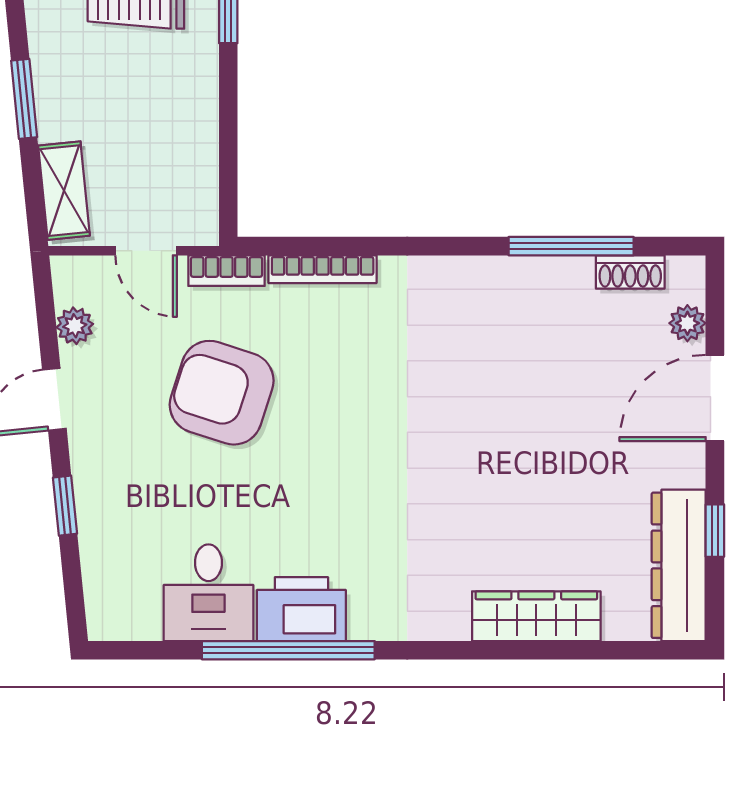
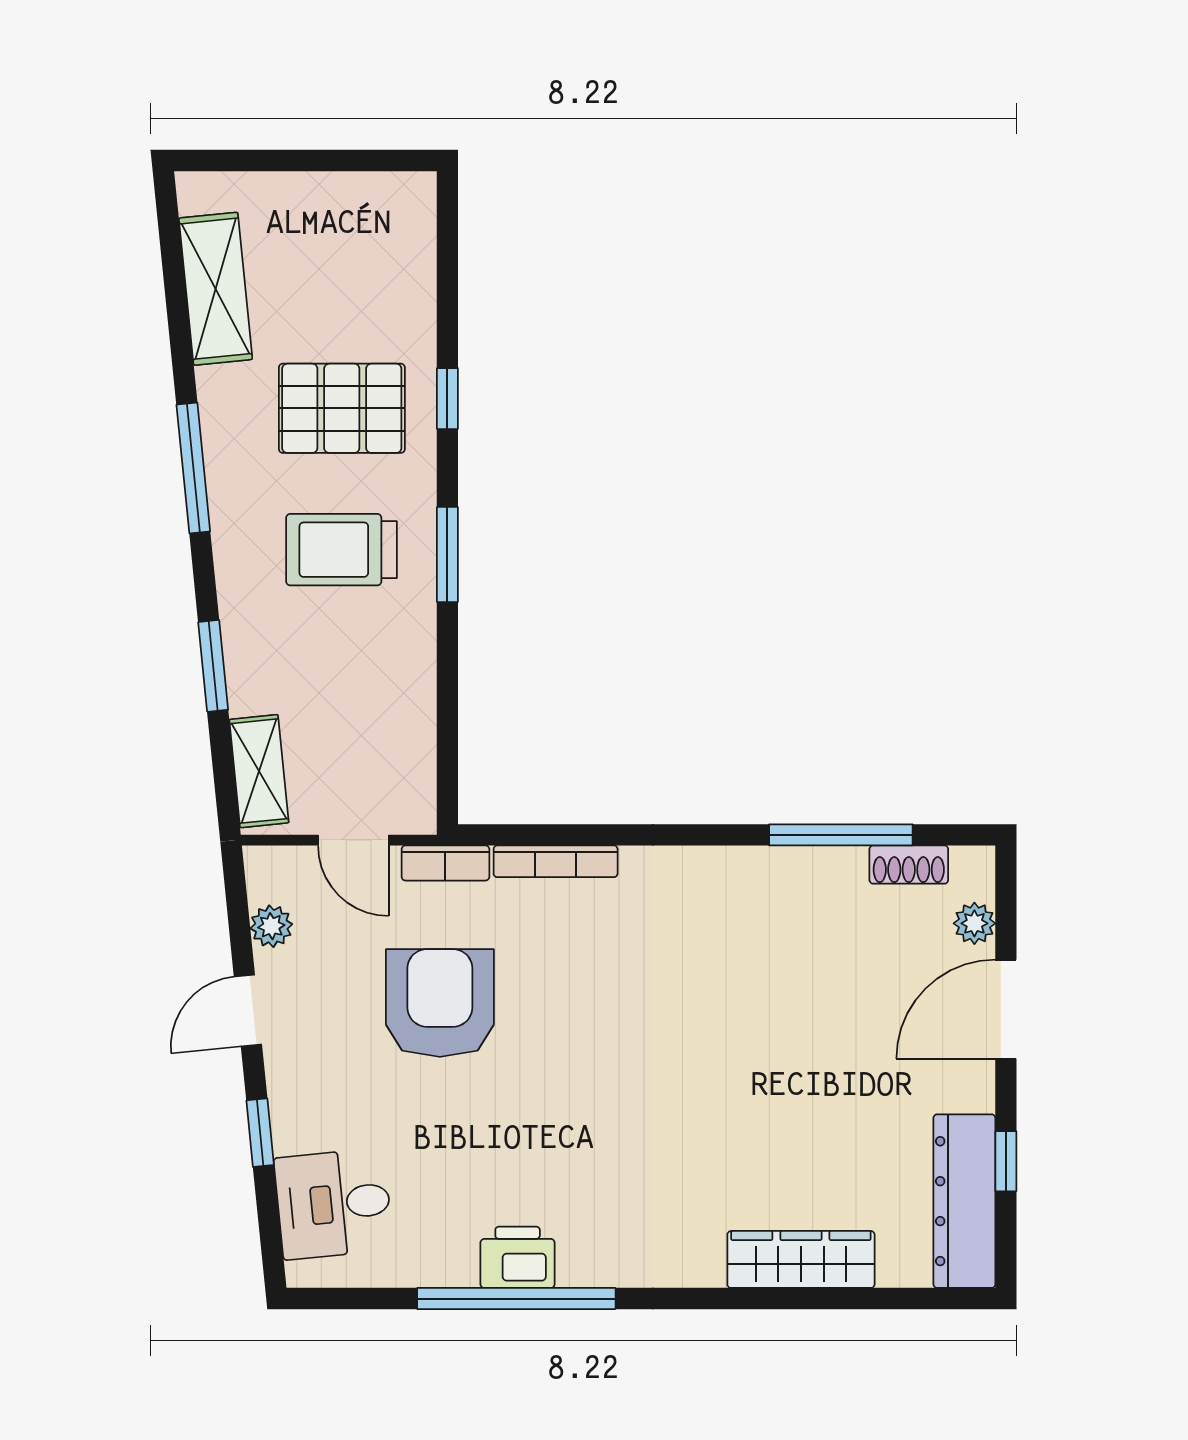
armchair: (222, 393) -> (440, 1003), turned 72
desk: (208, 593) -> (334, 1204), moved, turned 84
printer: (301, 609) -> (518, 1257), width x0.73, depth x0.84

